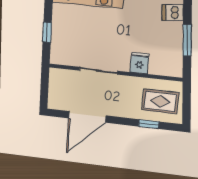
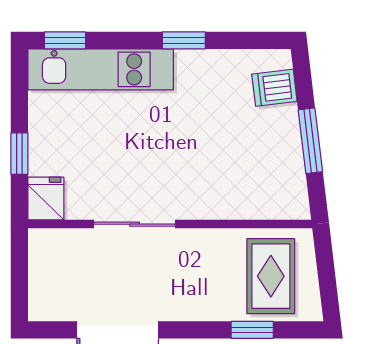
fridge: (140, 63) -> (46, 199), moved
rug: (160, 101) -> (271, 276), turned 90

